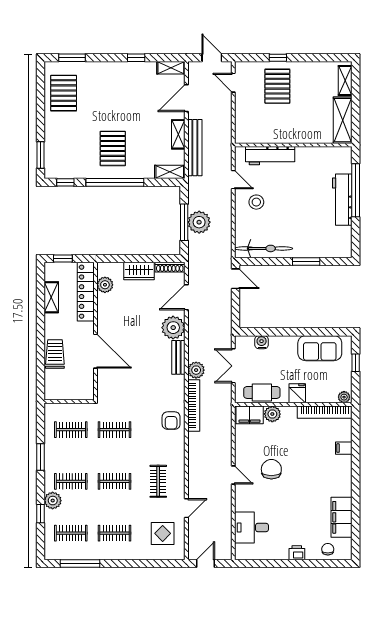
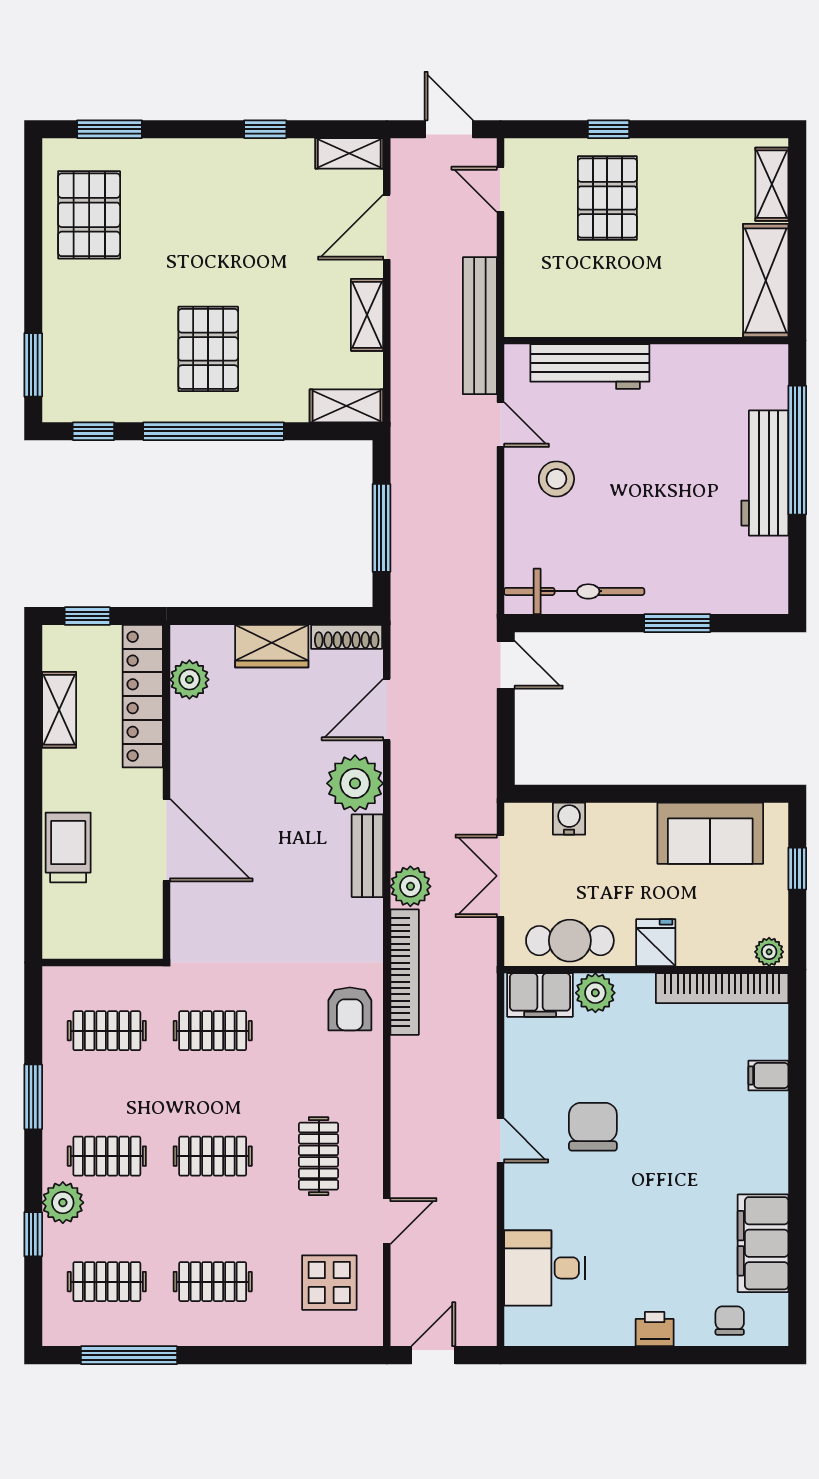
bench: (195, 148) -> (480, 326), moved
plant: (199, 222) -> (418, 528), removed

